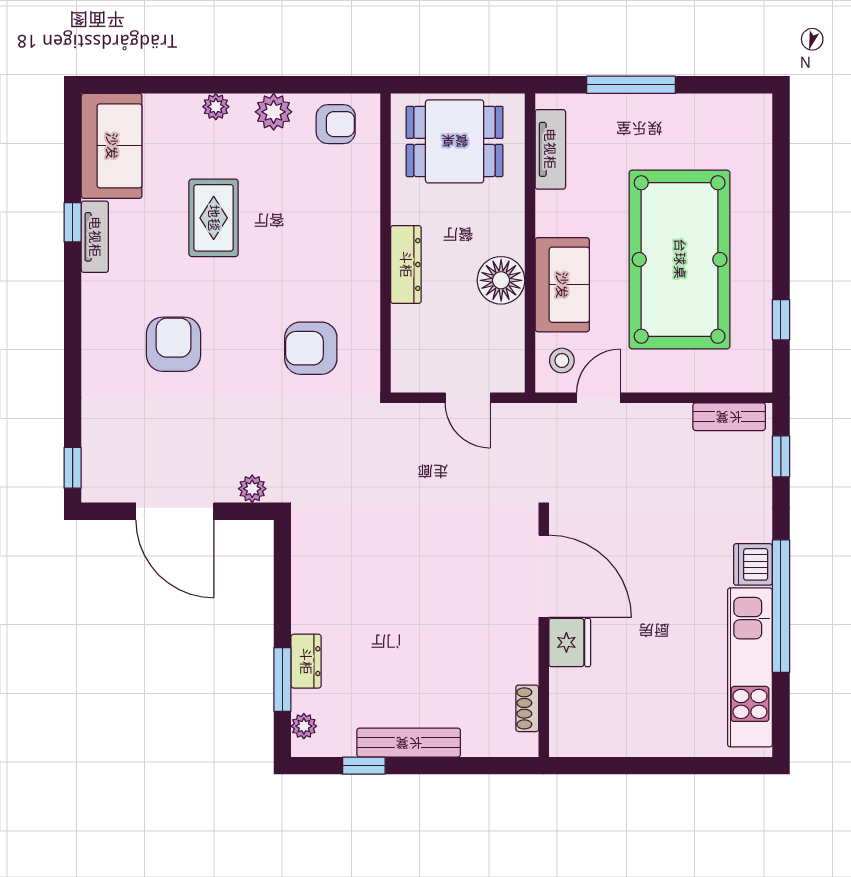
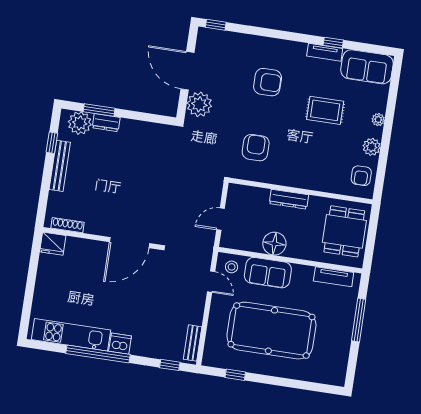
plant: (252, 489) -> (199, 104), width x1.87, depth x1.87
door: (175, 511) -> (187, 71), hinge flipped
fridge: (570, 642) -> (53, 244), moved
shoe rack: (527, 708) -> (68, 225), width x1.43
plant: (304, 726) -> (80, 123), width x1.87, depth x1.87

